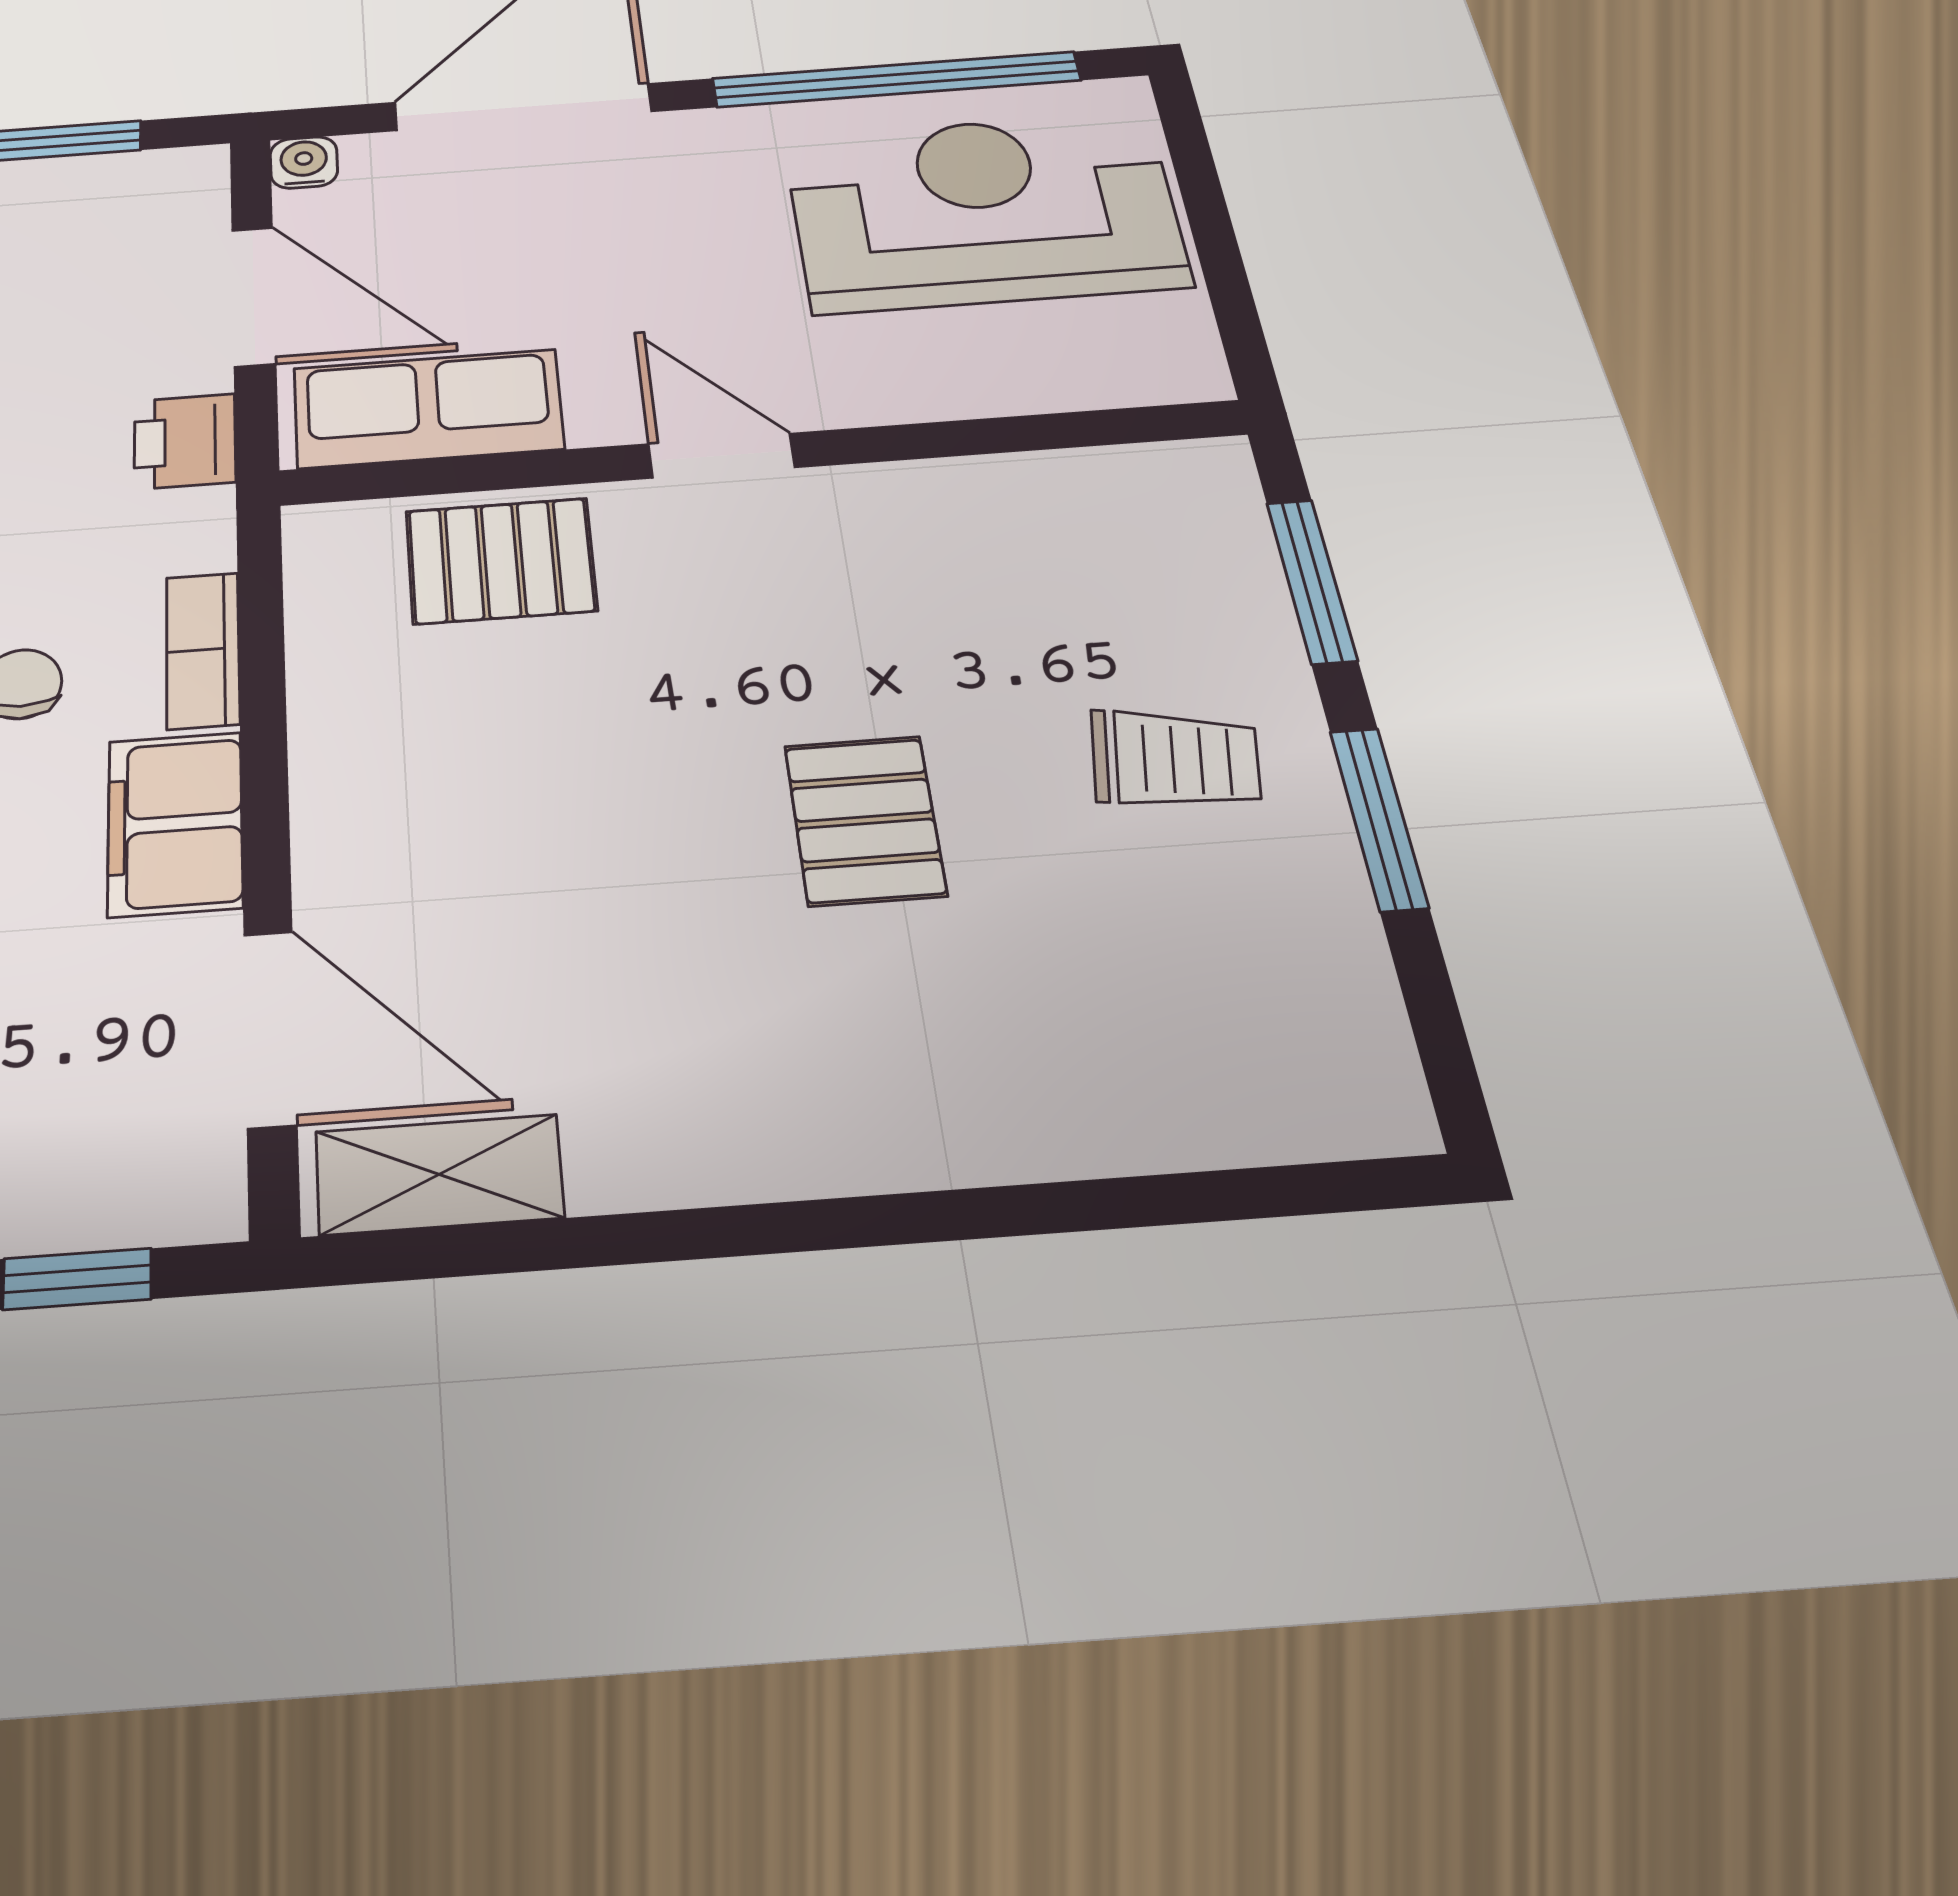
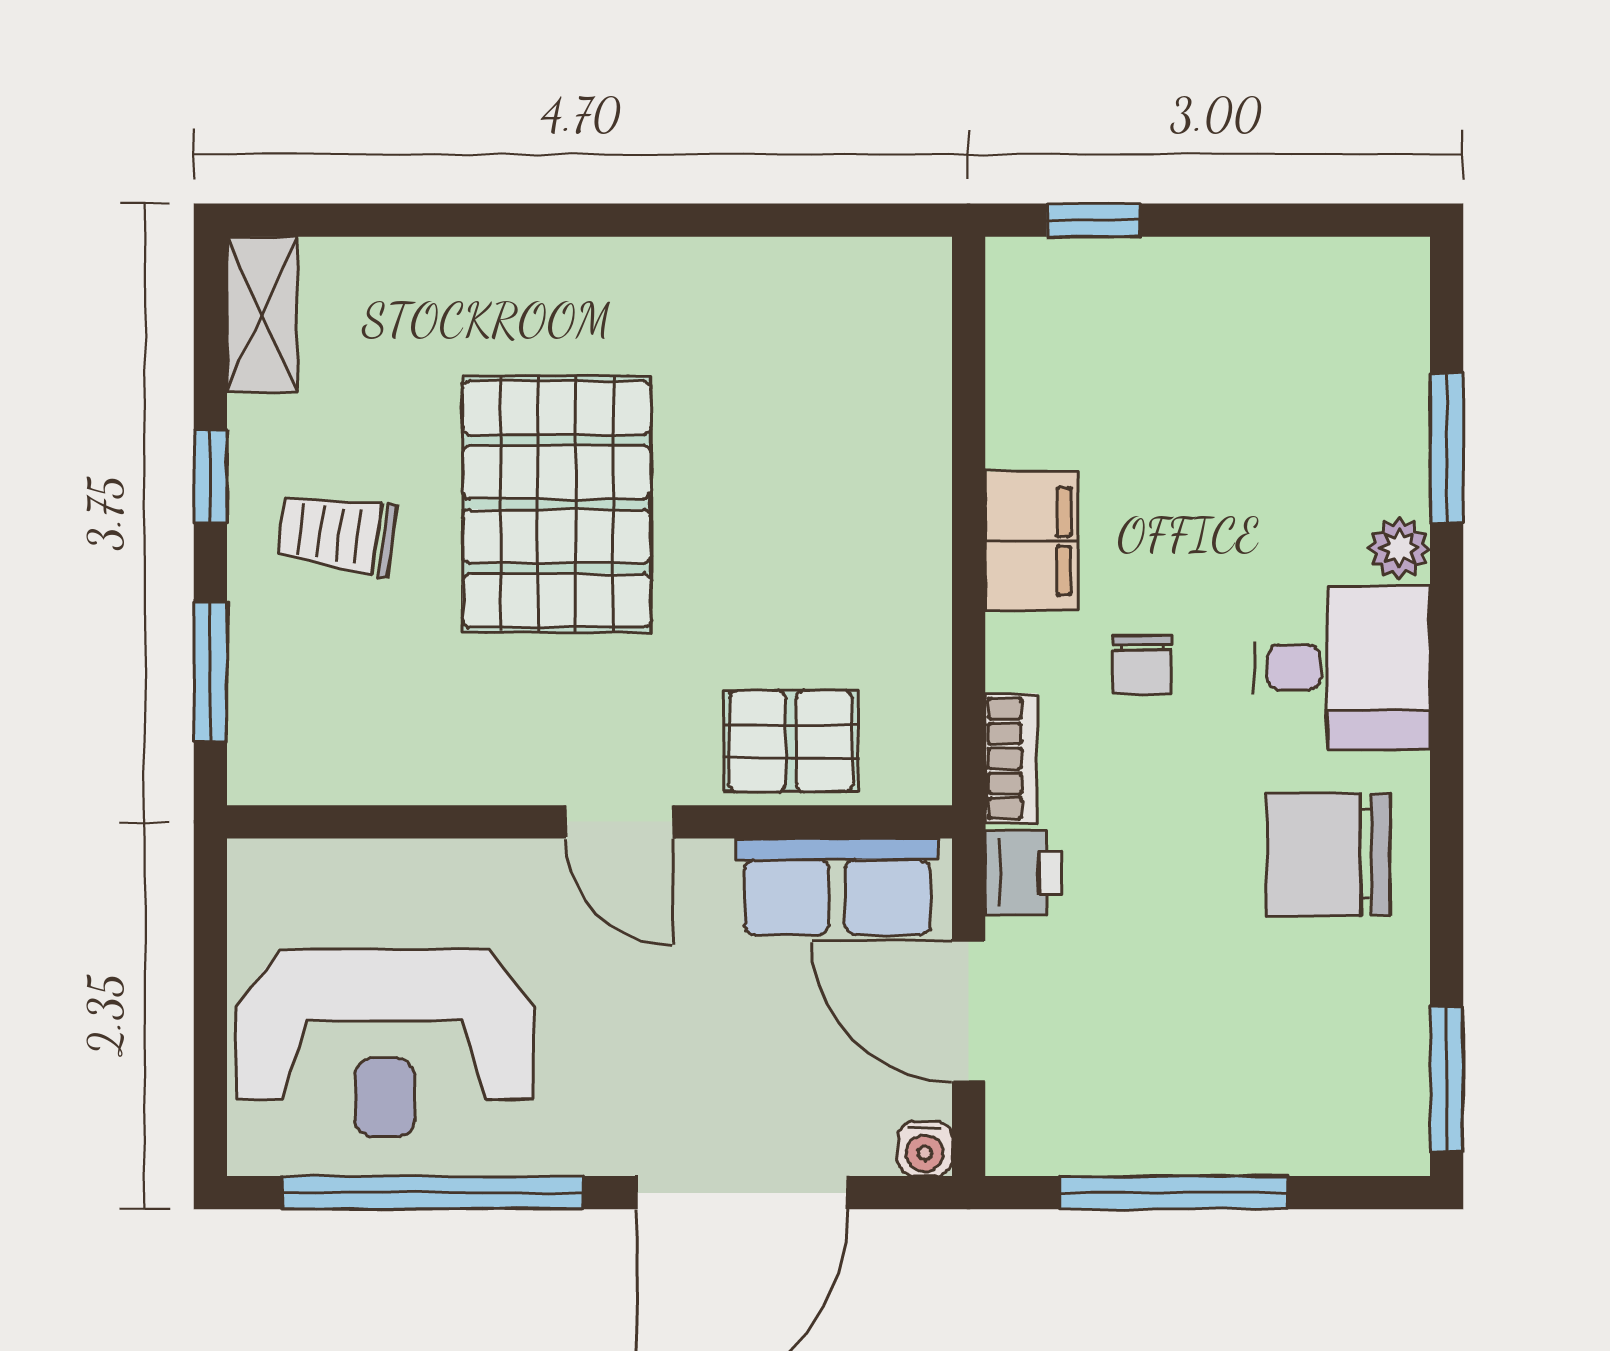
bookcase: (203, 650) -> (1011, 759), moved
window: (1379, 819) -> (210, 477), width x0.67
pallet: (865, 820) -> (557, 504), width x2.05, depth x2.00
door: (270, 1028) -> (969, 382), removed
shelving: (439, 1174) -> (262, 314), moved, turned 90

